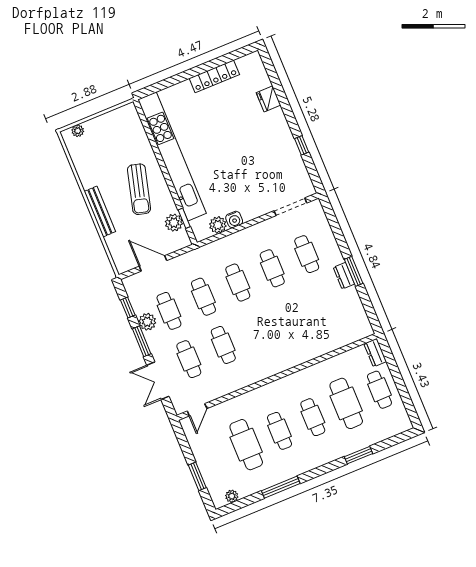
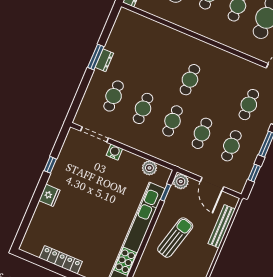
fridge: (268, 99) -> (49, 195), moved
bench: (100, 211) -> (222, 226), moved
water cooler: (234, 219) -> (114, 152), moved
plant: (174, 223) -> (181, 181), moved
plant: (147, 322) -> (251, 152), removed
cafe table: (223, 345) -> (190, 80), moved

